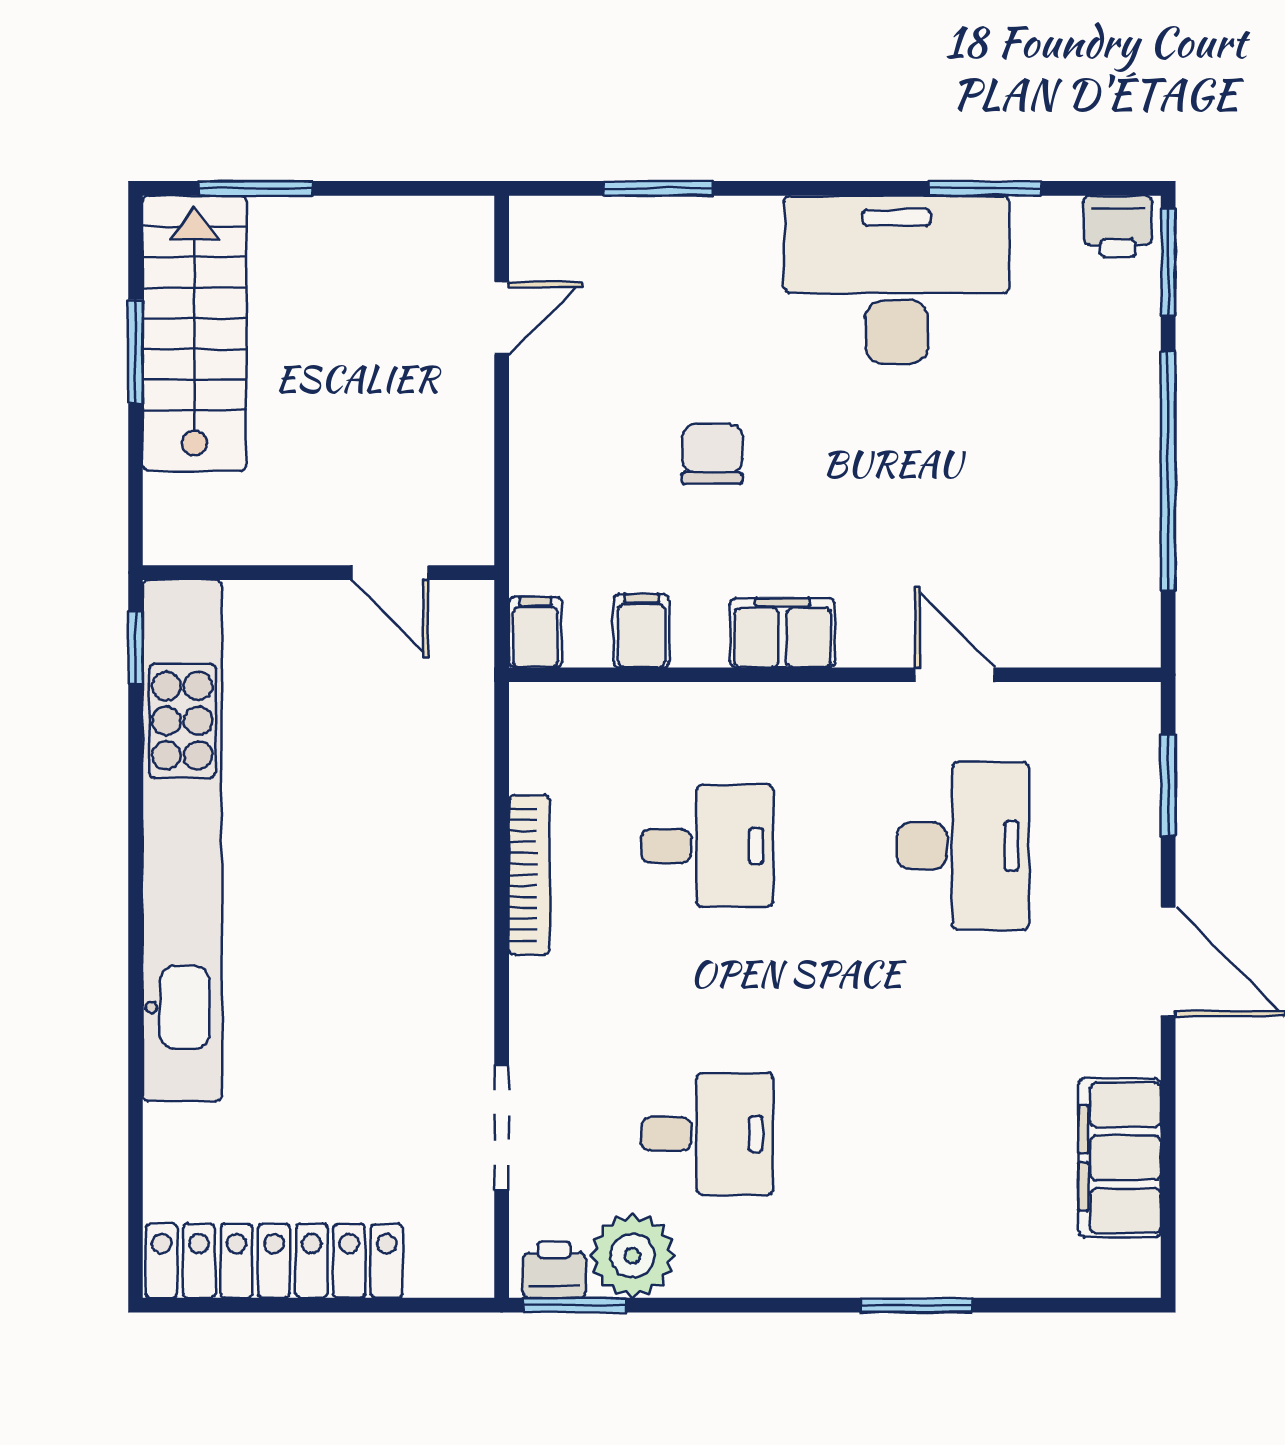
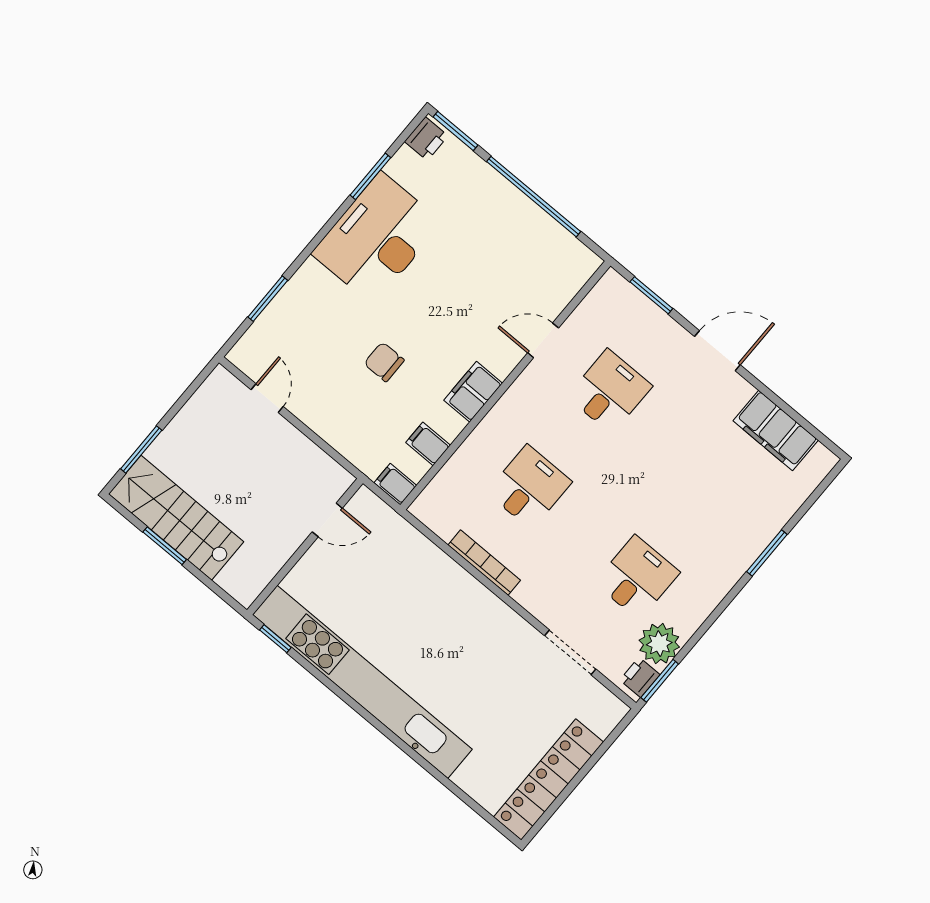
desk: (963, 846) -> (610, 391), width x0.73

